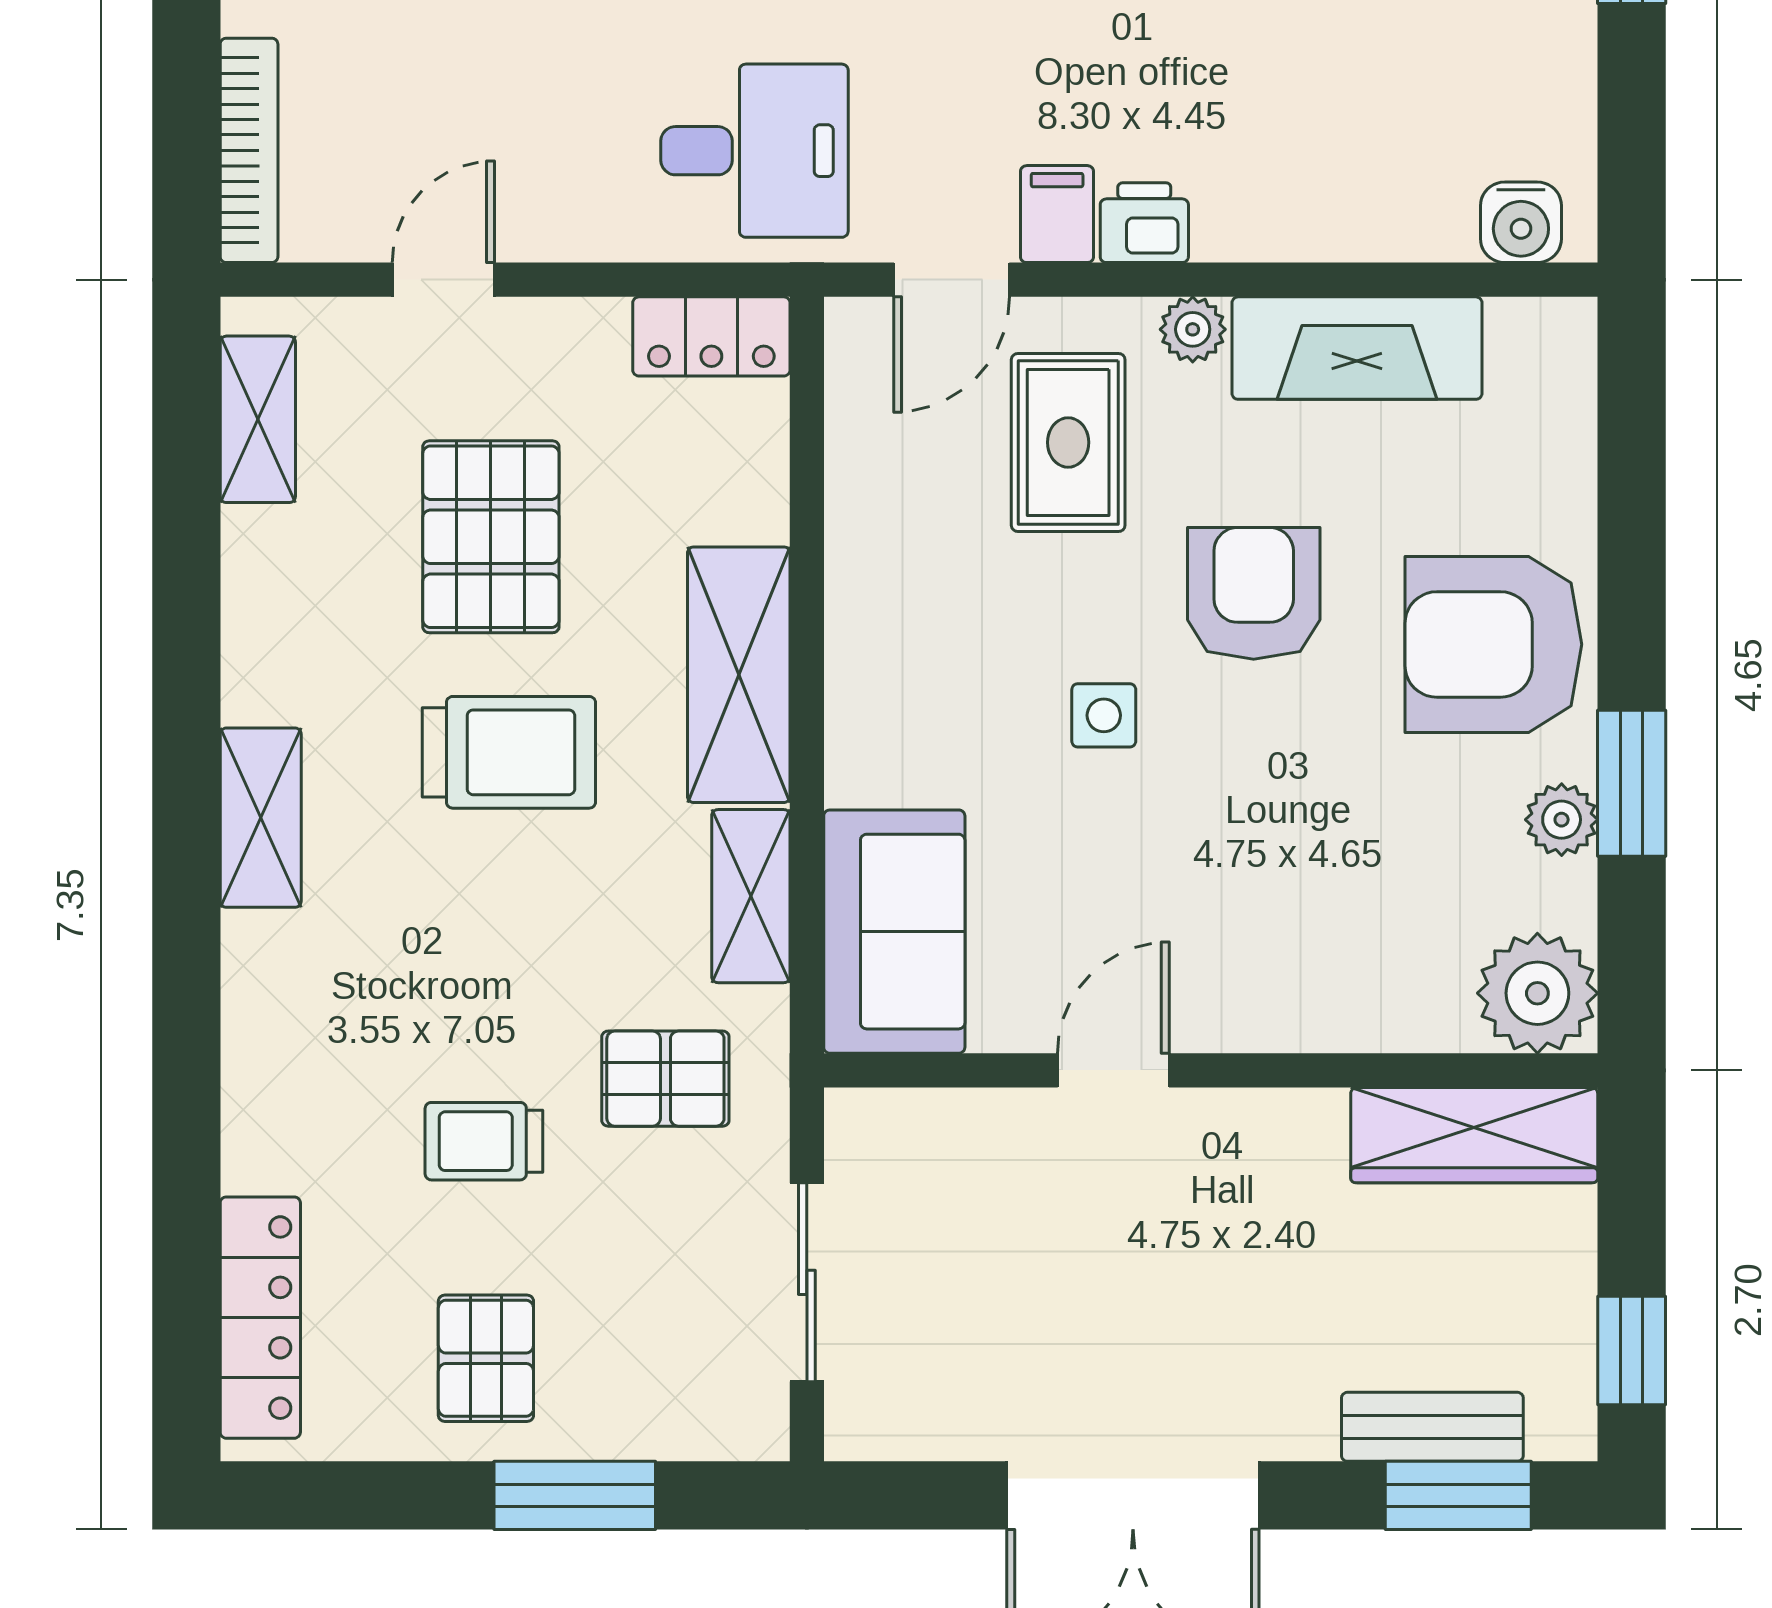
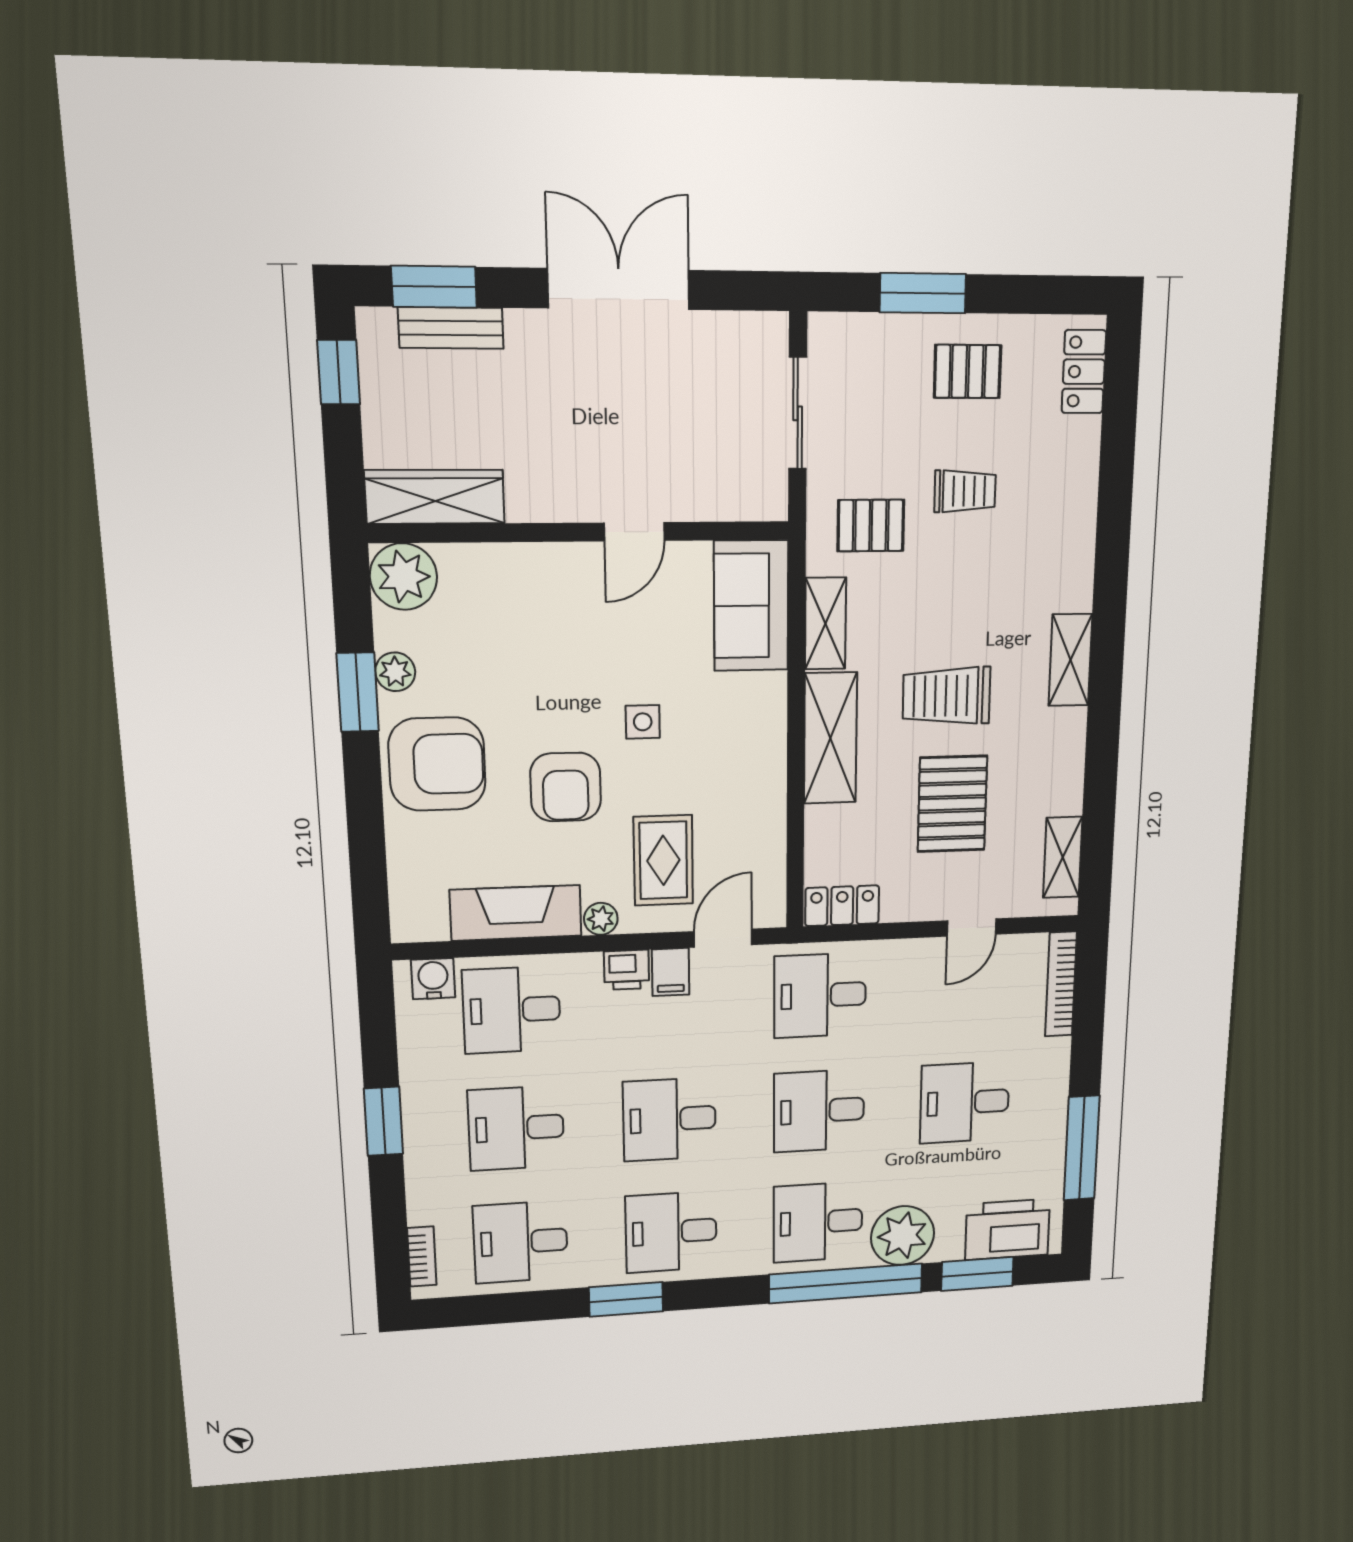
desk: (1372, 151) -> (512, 1010), added
locker: (260, 1318) -> (1084, 372), width x0.66
pallet: (486, 1358) -> (967, 371), turned 90

